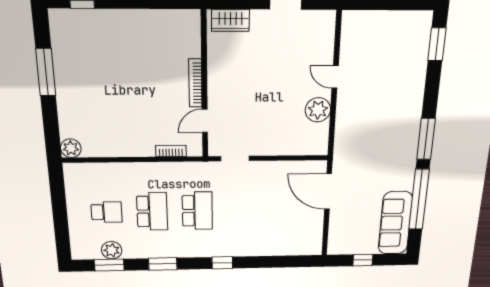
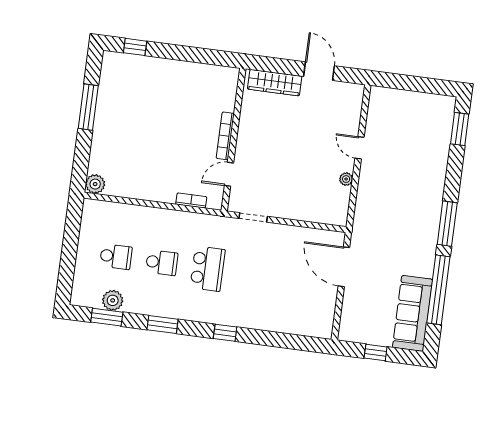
wardrobe: (230, 20) -> (275, 83), width x1.50
plant: (318, 110) -> (346, 179), width x0.53, depth x0.53
school desk: (152, 211) -> (162, 263), width x0.54

